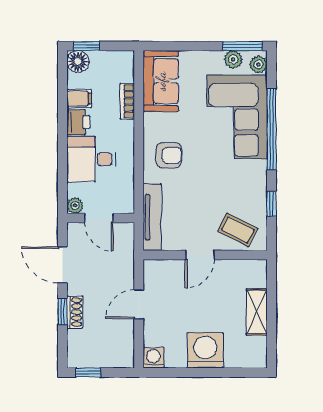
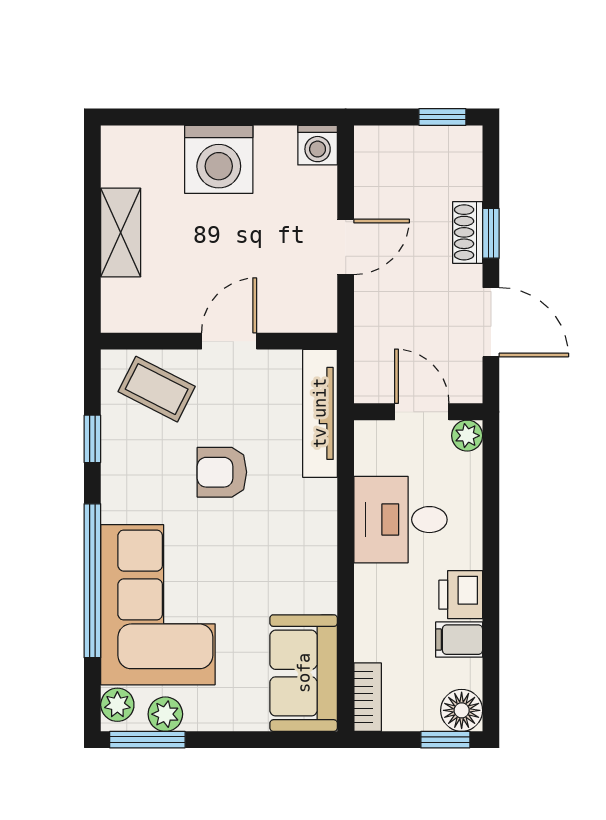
bookcase: (127, 101) -> (368, 697), moved
armchair: (169, 155) -> (222, 472), moved
desk: (91, 159) -> (401, 520), moved, turned 180

